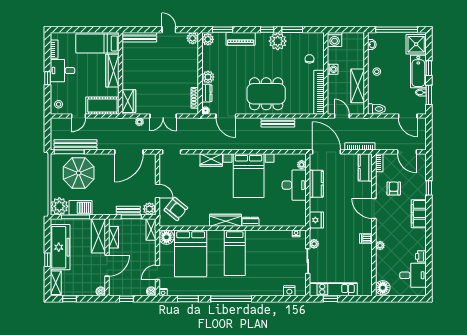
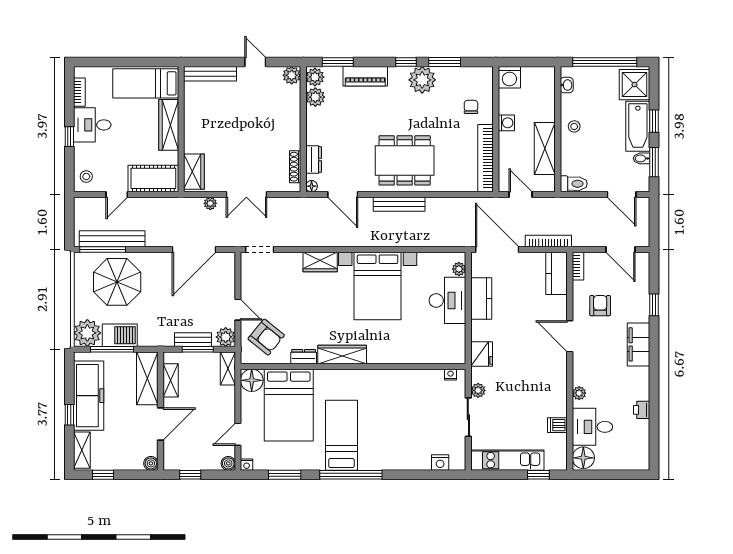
plant: (208, 77) -> (315, 97), moved
bench: (278, 122) -> (399, 204), moved
dresser: (251, 222) -> (304, 357), moved
dishwasher: (366, 238) -> (557, 425), moved
bed: (235, 253) -> (341, 435), moved, turned 180
desk: (413, 275) -> (592, 427), moved, turned 180
window: (330, 299) -> (538, 475), moved

